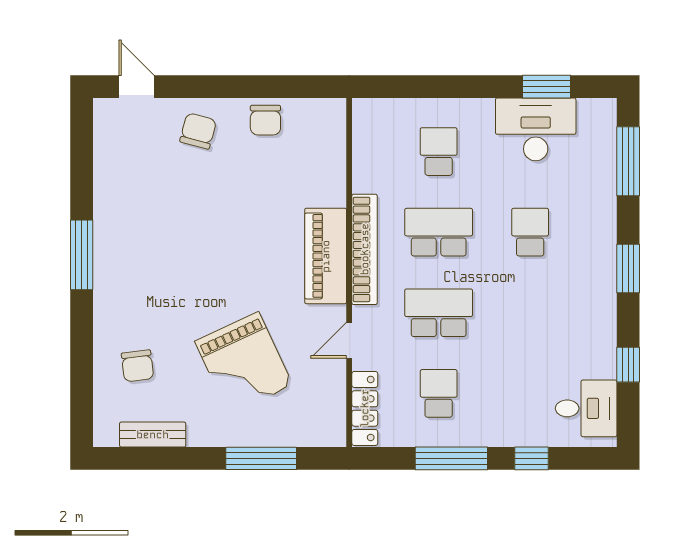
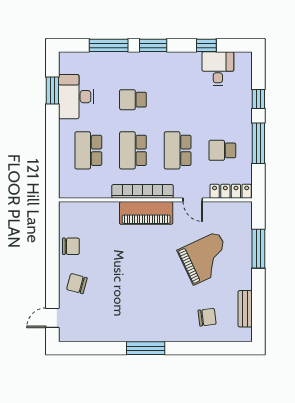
school desk: (439, 152) -> (88, 150), width x1.85
window: (628, 161) -> (109, 45), moved
desk: (586, 408) -> (218, 69), moved

